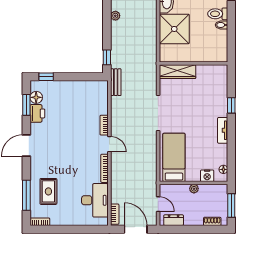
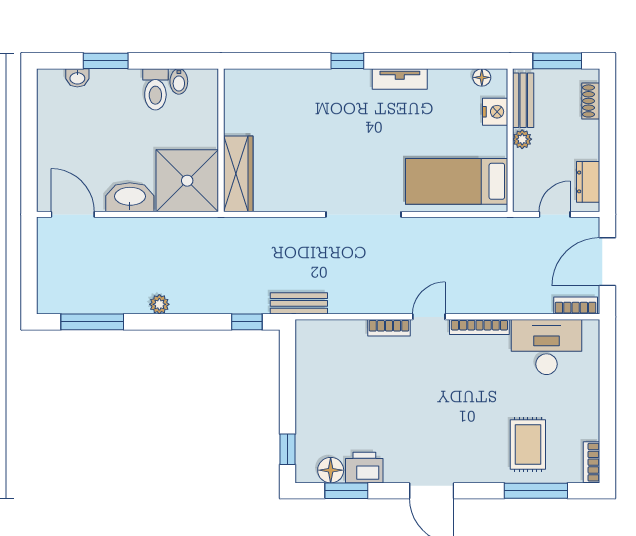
wall: (193, 63) -> (221, 140), moved
wardrobe: (177, 72) -> (238, 174), moved
bench: (213, 189) -> (523, 100), added
rug: (48, 191) -> (528, 445), turned 90

